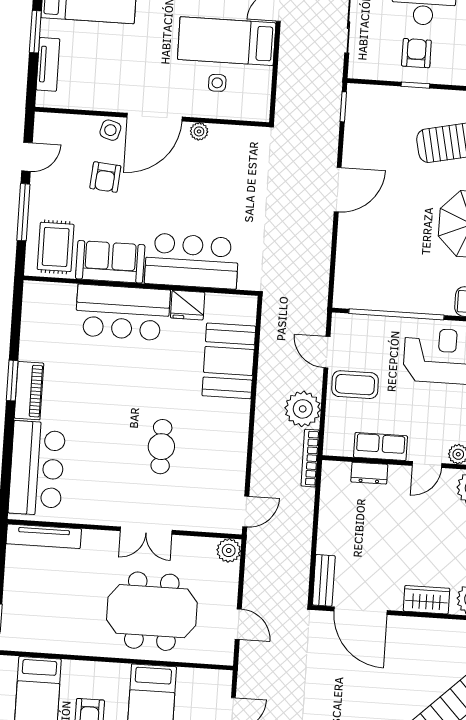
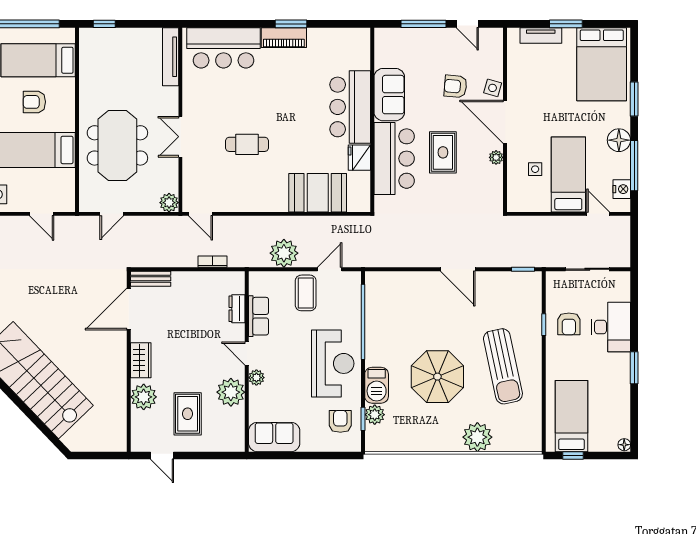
armchair: (416, 53) -> (569, 324), turned 90
rug: (56, 247) -> (443, 152), moved, turned 90
bookcase: (310, 458) -> (212, 262), moved, width x0.64

